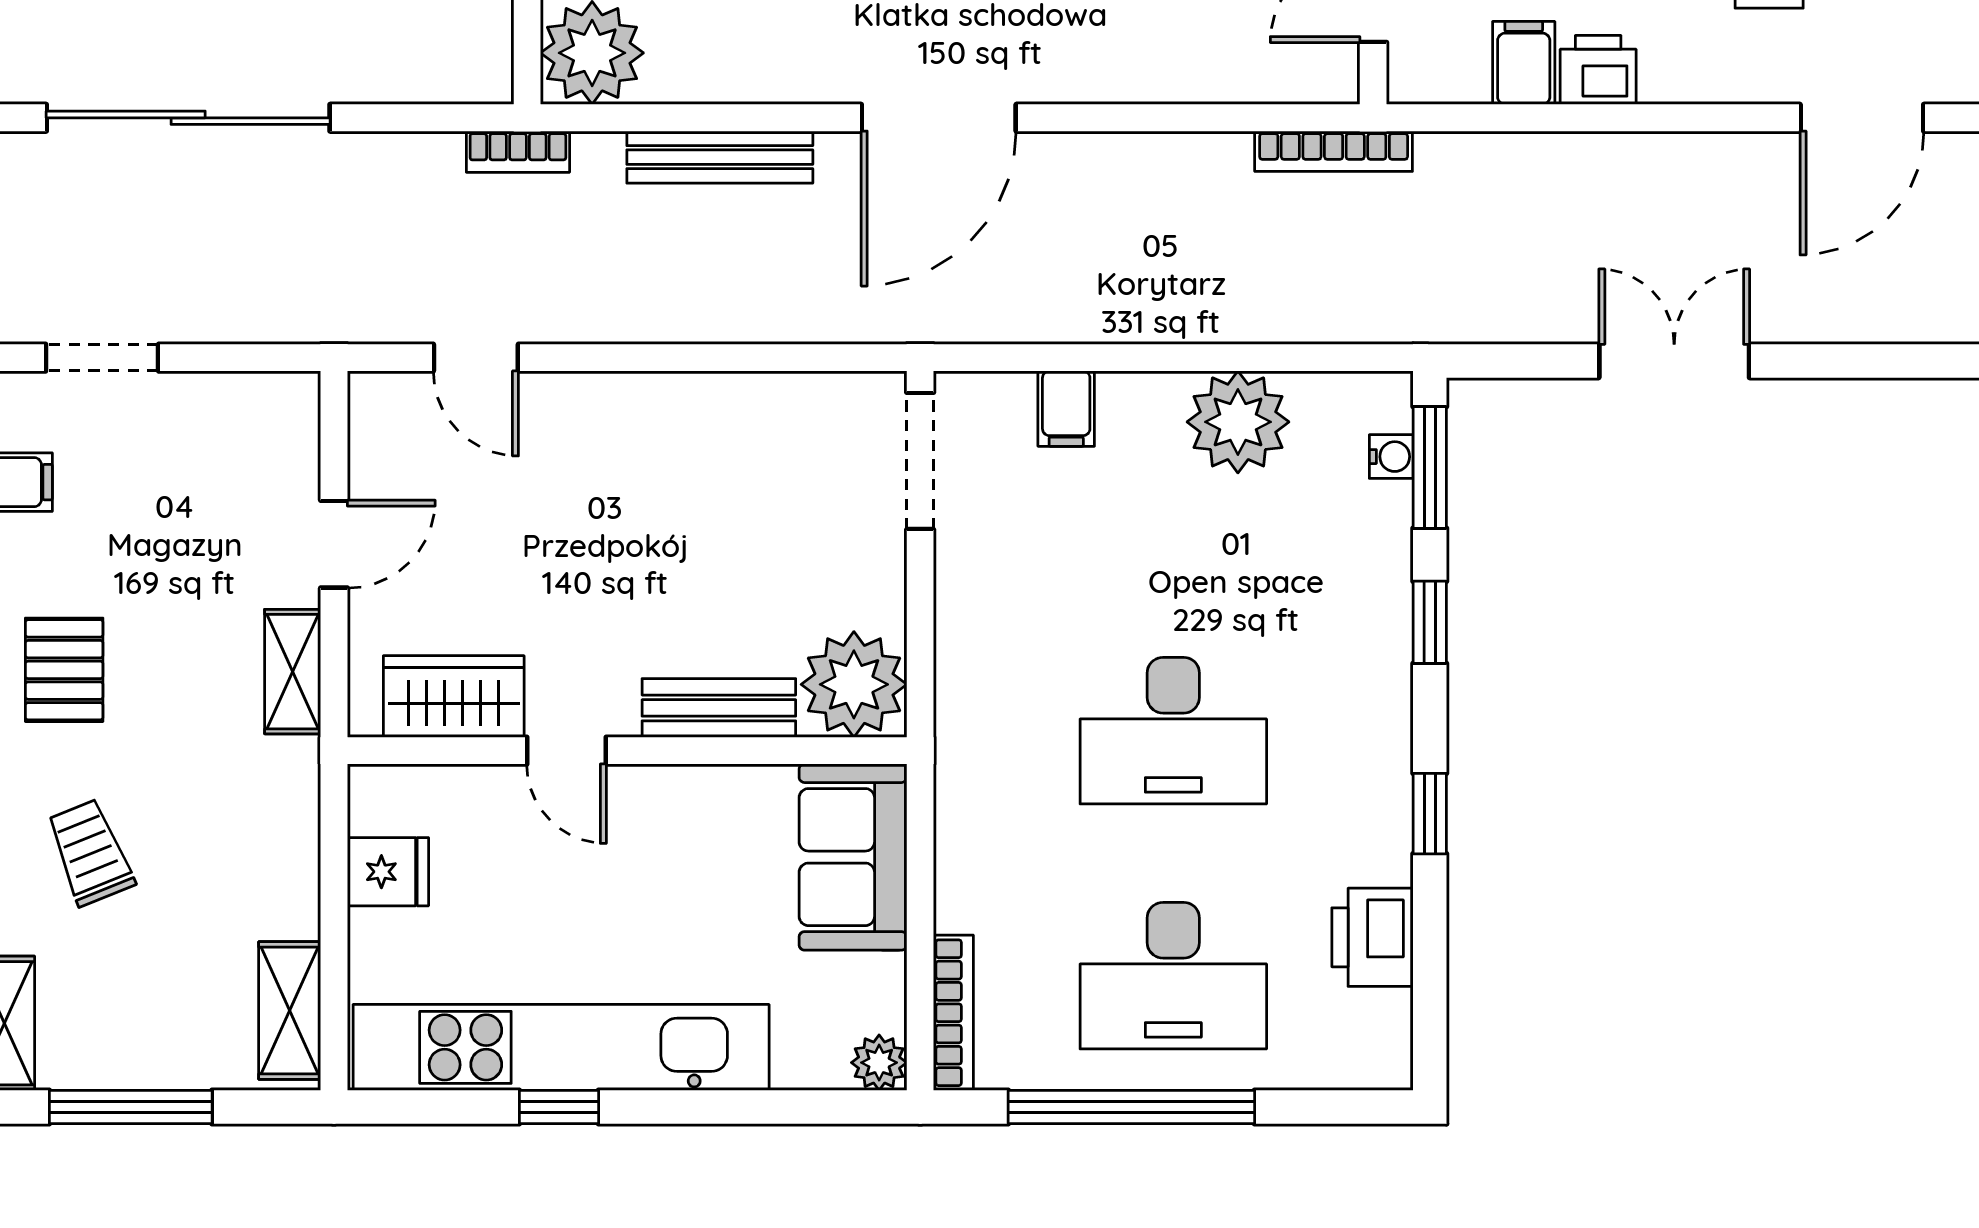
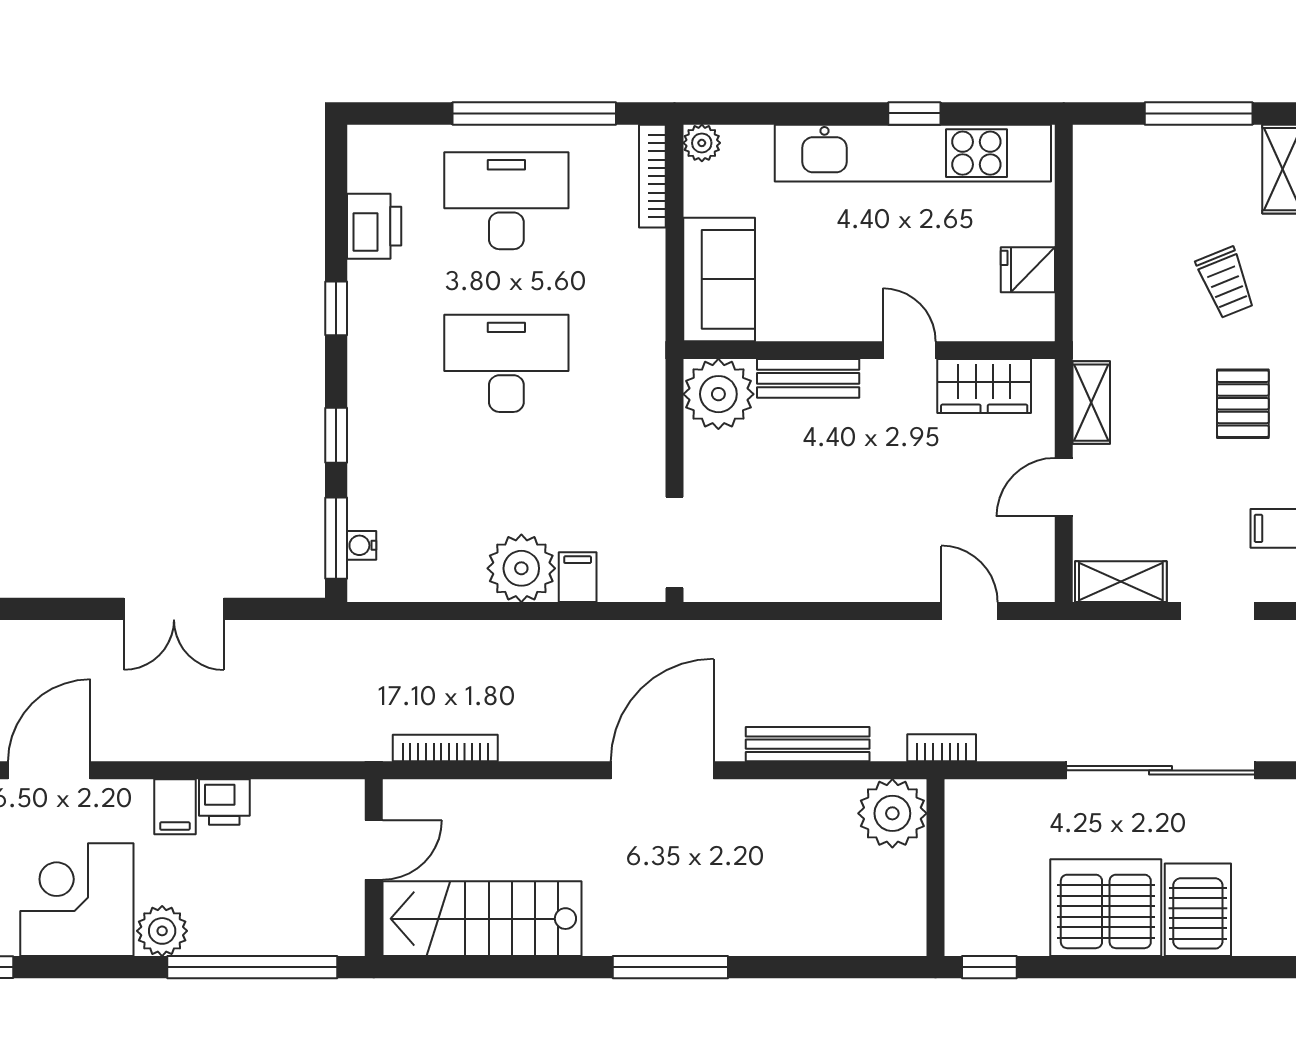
filing cabinet: (1524, 63) -> (175, 807), moved
bookcase: (1334, 151) -> (445, 748), moved
plant: (1238, 422) -> (521, 568), moved
shelving: (290, 1011) -> (1121, 582), moved, turned 90

